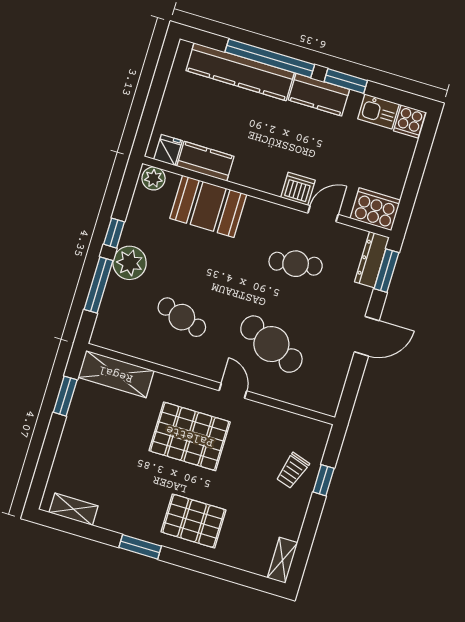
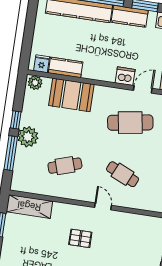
cafe table: (296, 264) -> (130, 123), width x1.37, depth x1.35
cafe table: (182, 317) -> (65, 166), turned -36
cafe table: (271, 344) -> (123, 174), width x0.73, depth x0.74
pallet: (190, 436) -> (80, 238), width x0.49, depth x0.50
trolley: (293, 471) -> (147, 250), removed

